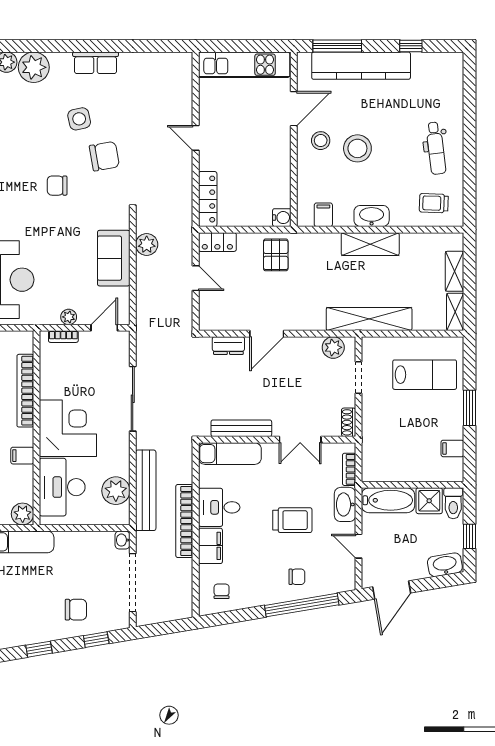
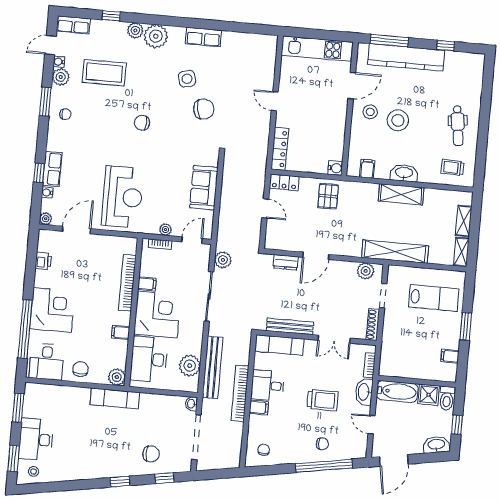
chair: (57, 186) -> (142, 123), moved
plant: (147, 245) -> (223, 260), moved
filing cabinet: (51, 390) -> (147, 284), added
shoe rack: (349, 422) -> (373, 325), width x1.43
filing cabinet: (210, 546) -> (259, 407), width x0.50

